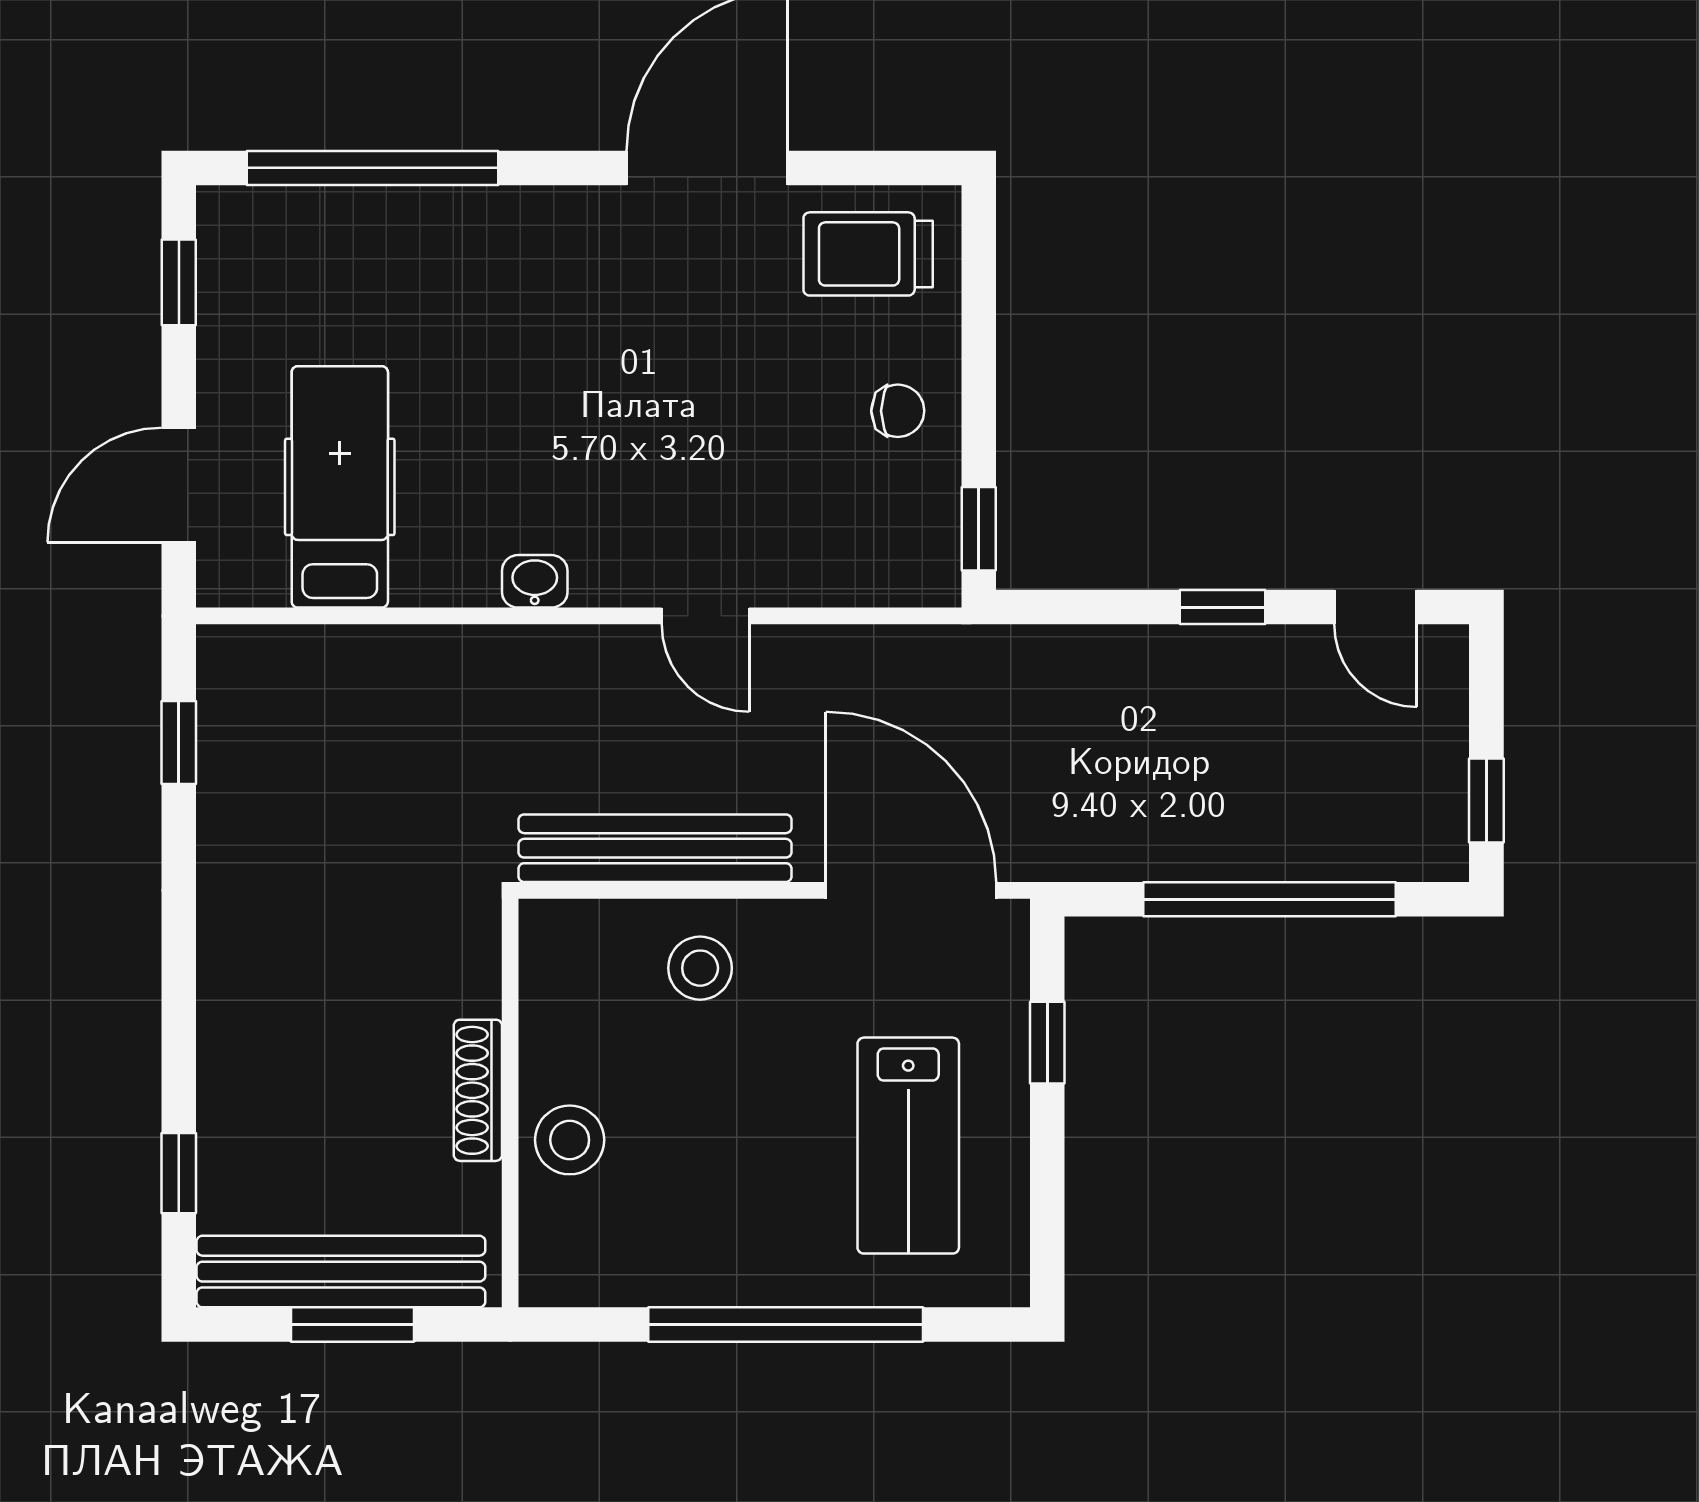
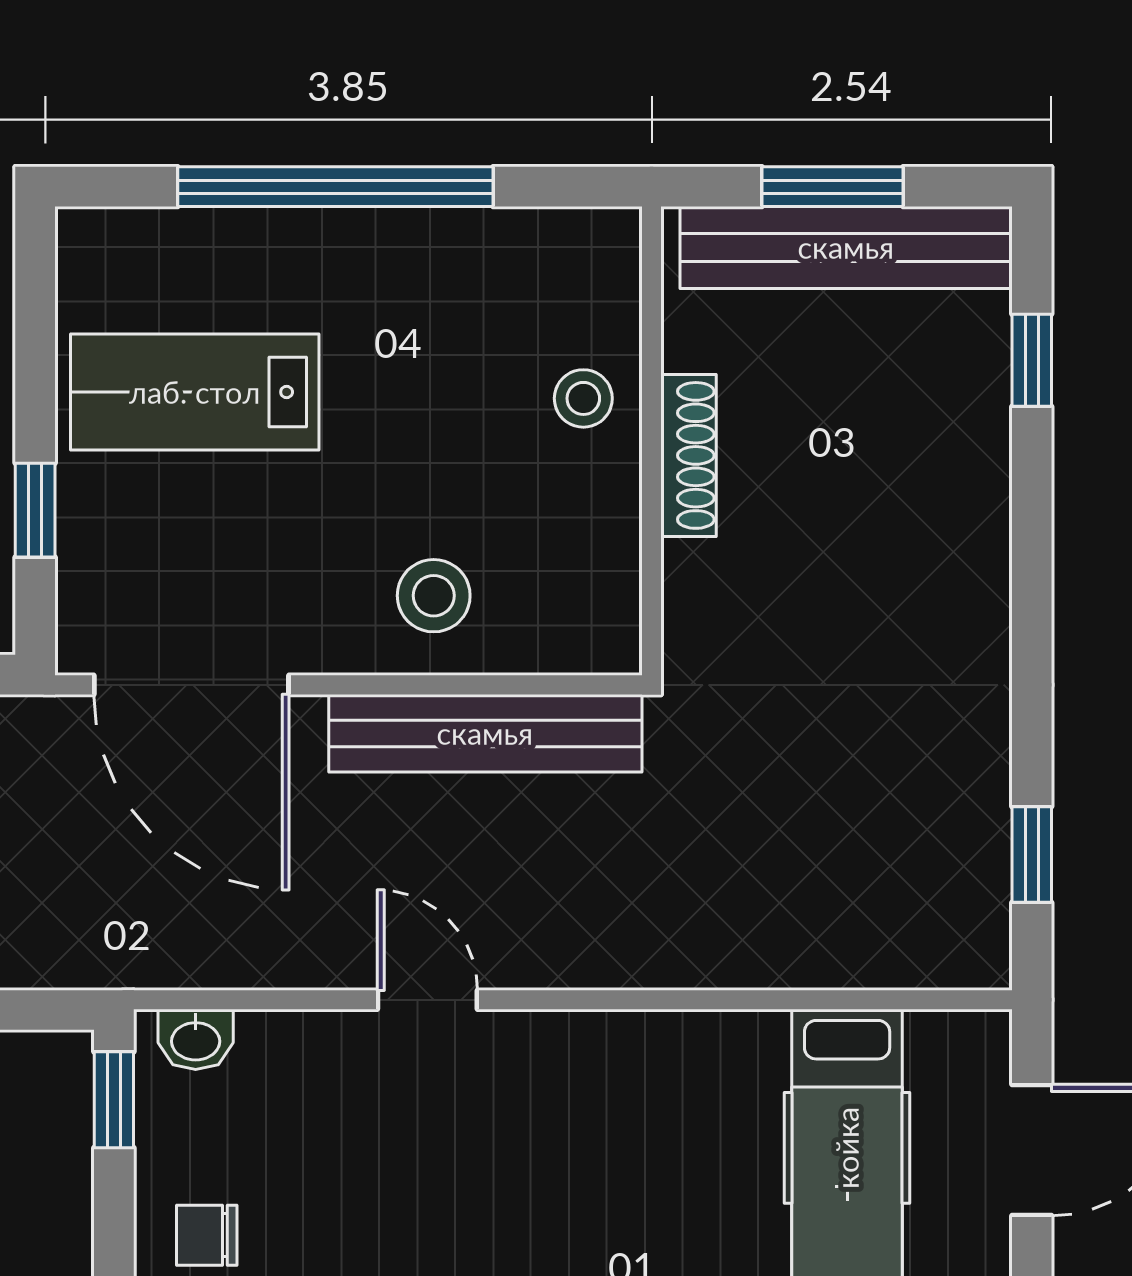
washbasin: (535, 581) -> (196, 1039), moved
stool: (570, 1140) -> (583, 398), width x0.73, depth x0.73
lab bench: (908, 1146) -> (195, 392), turned -90

